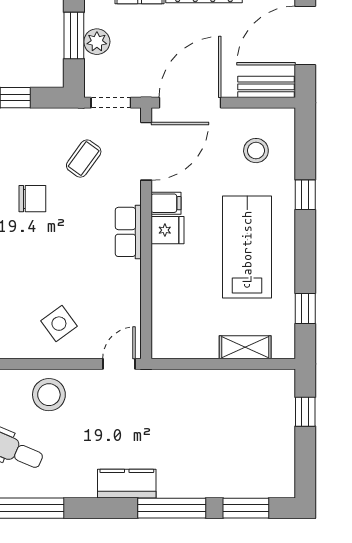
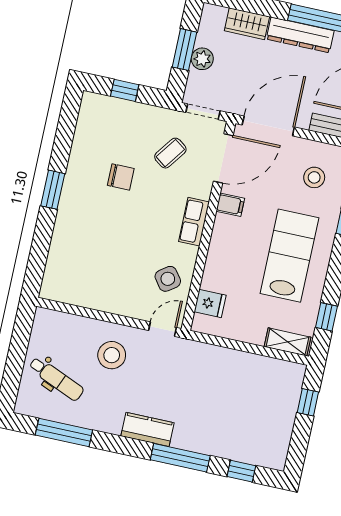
fridge: (167, 230) -> (210, 303), moved
side table: (59, 324) -> (168, 279), moved
shelving: (245, 347) -> (287, 342), moved
stool: (49, 395) -> (112, 355), moved
window: (246, 508) -> (241, 471), width x0.67

